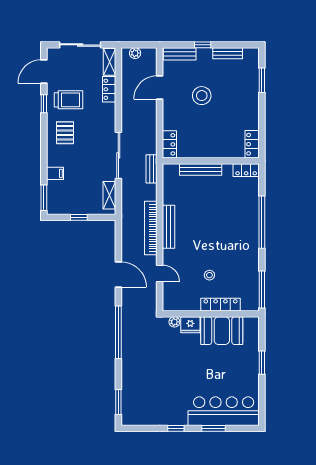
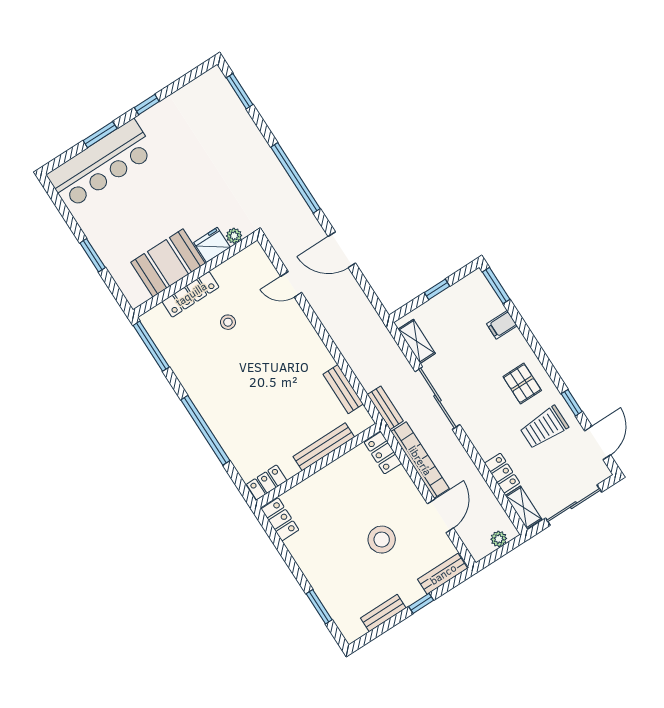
bench: (169, 227) -> (343, 389), moved, width x0.73
bookcase: (151, 228) -> (420, 460), moved

